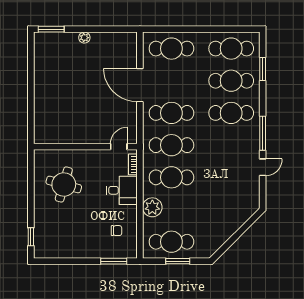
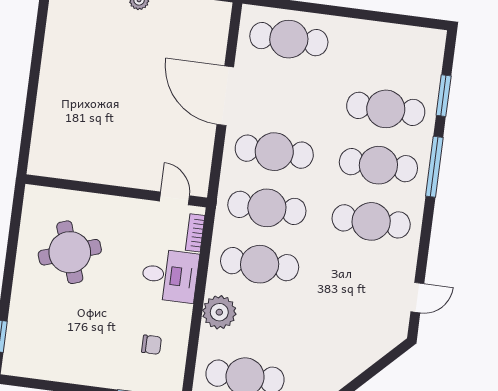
cafe table: (231, 49) -> (371, 221), moved
window: (263, 133) -> (434, 167), moved
door: (119, 147) -> (174, 198), hinge flipped
door: (263, 167) -> (417, 298), moved
round table: (64, 184) -> (70, 252), turned -35

